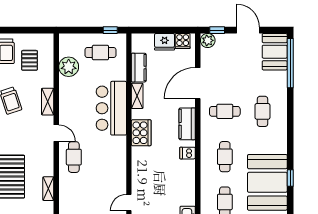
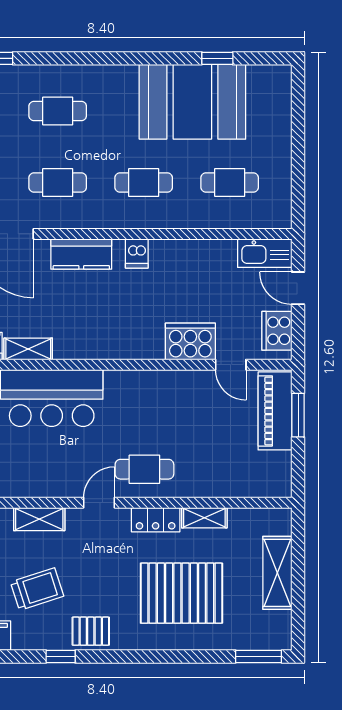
cafe table: (225, 111) -> (58, 183), turned 90
cooker: (141, 133) -> (190, 341), moved
locker: (47, 163) -> (156, 520), added
window: (290, 178) -> (217, 58), moved

